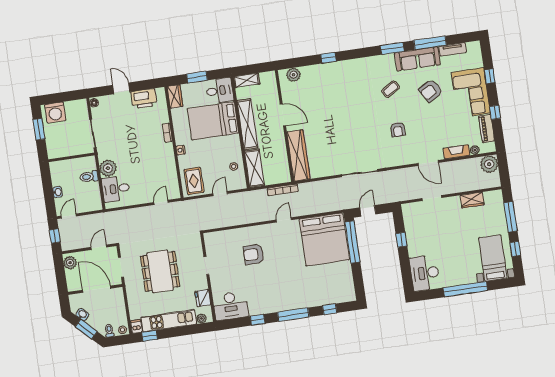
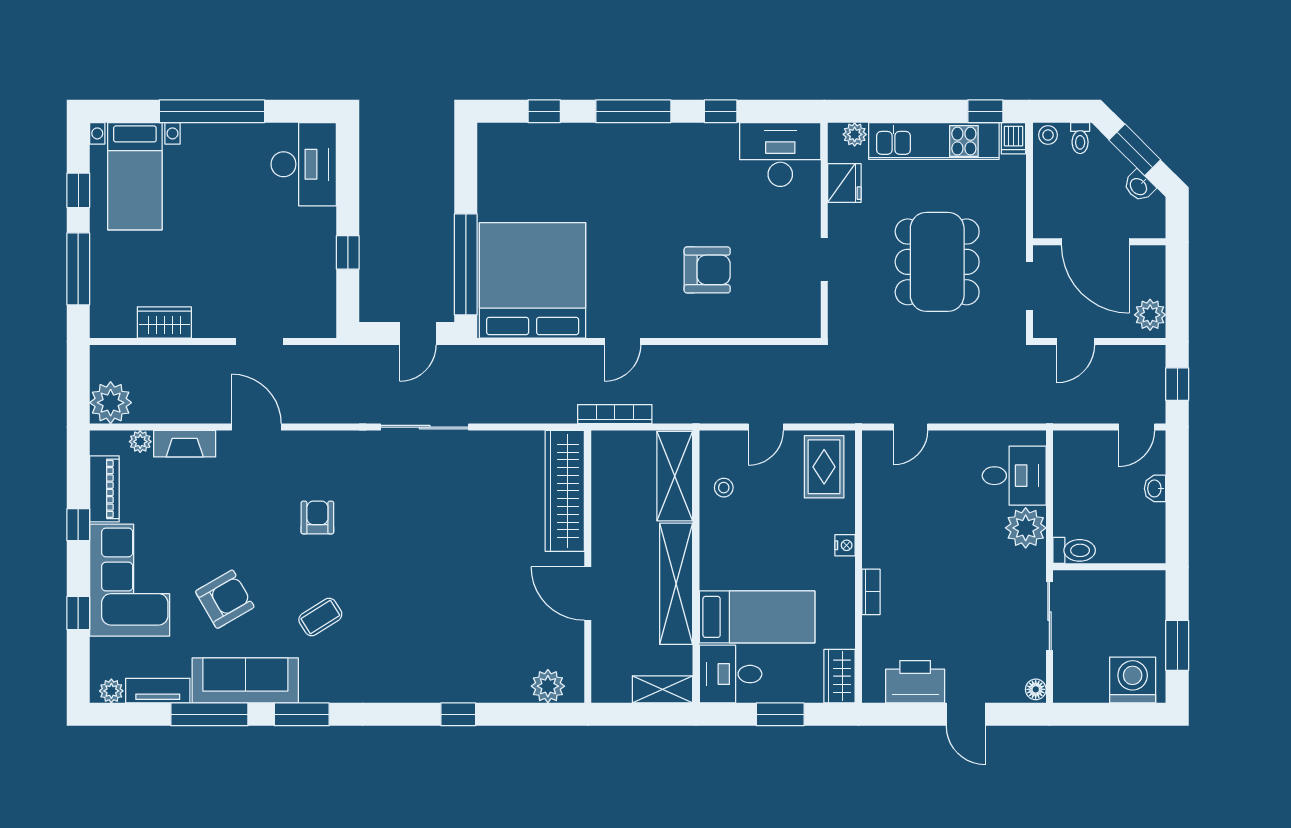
plant: (472, 46) -> (111, 691), added
bed: (213, 121) -> (757, 617), width x0.67
toilet: (89, 177) -> (1074, 550), moved

